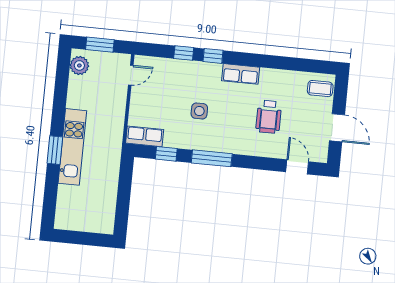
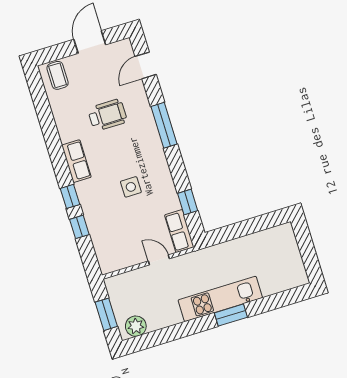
door: (131, 75) -> (159, 260), moved
window: (212, 158) -> (164, 125), moved

